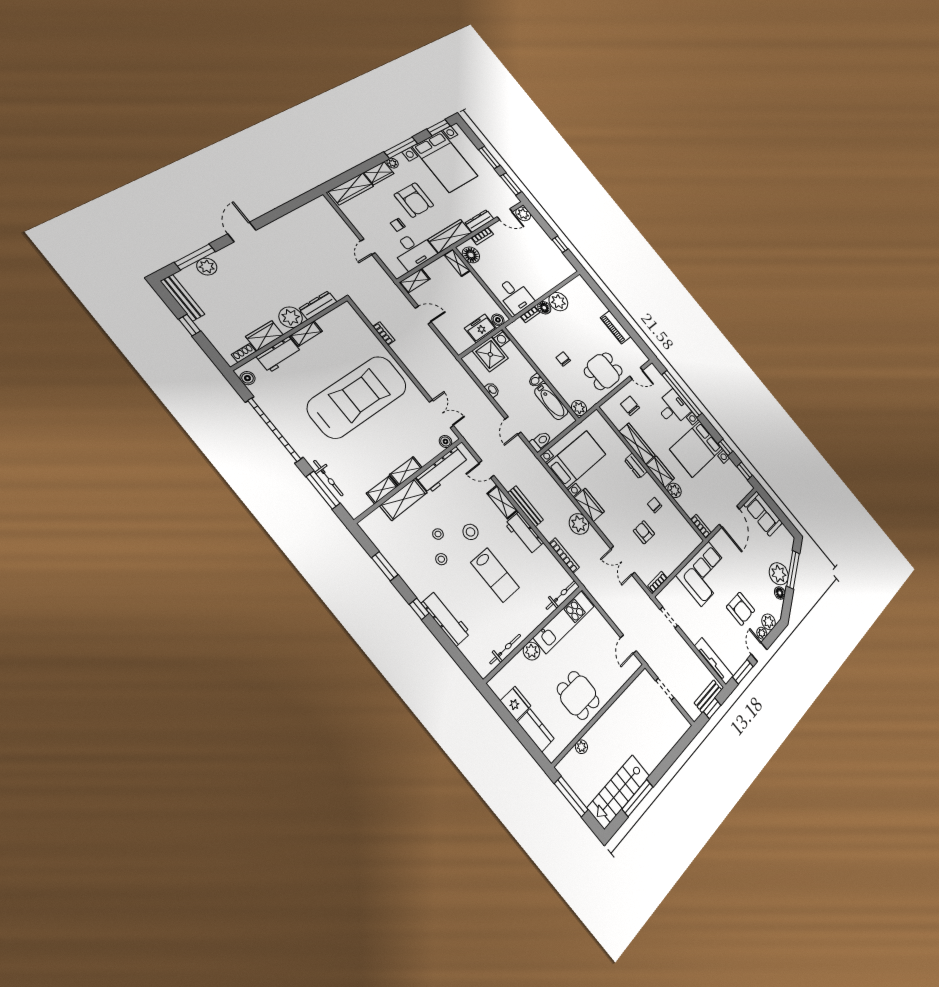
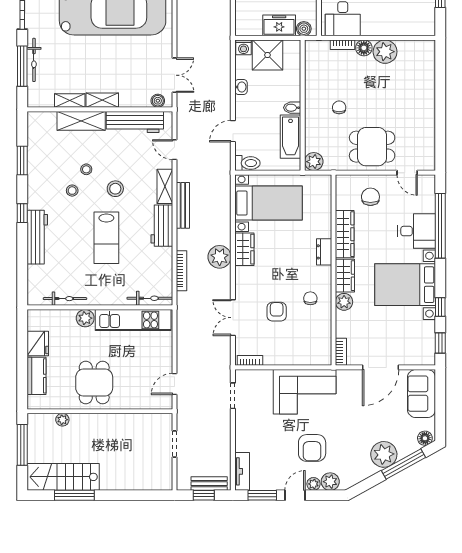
piano: (616, 327) -> (427, 115), removed
washing machine: (501, 338) -> (244, 47), moved
floor lamp: (780, 593) -> (425, 438), moved
tv unit: (714, 661) -> (242, 471), width x0.71

